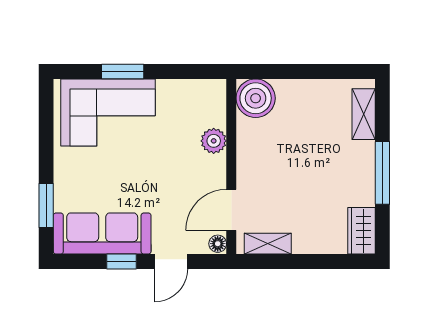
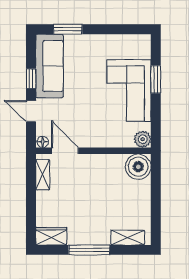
corner sofa: (108, 112) -> (129, 91), moved
plant: (214, 141) -> (143, 139), moved

